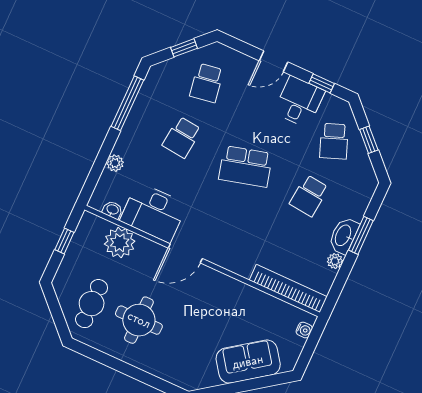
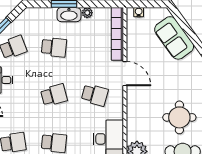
school desk: (245, 166) -> (54, 95), width x0.54
school desk: (221, 221) -> (95, 95), added
door: (185, 253) -> (125, 74), moved

